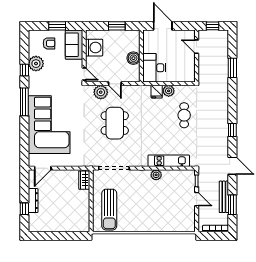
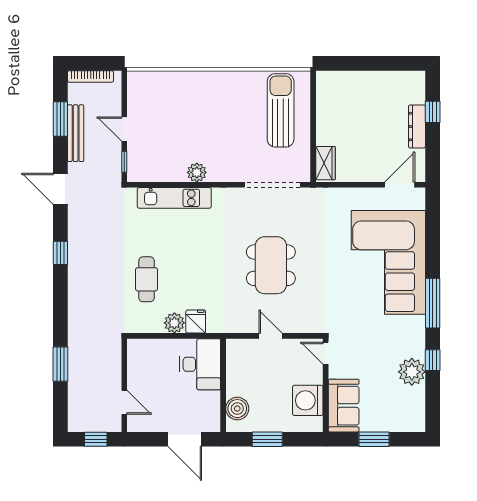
armchair: (49, 43) -> (388, 408), removed
boiler: (133, 58) -> (237, 409), moved
plant: (101, 92) -> (296, 321), removed

